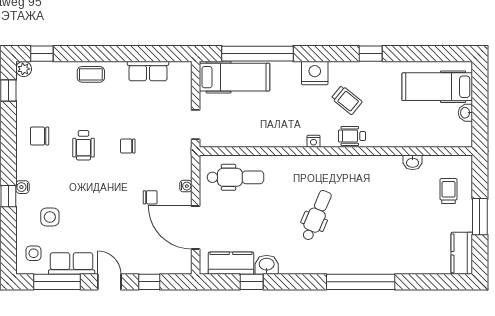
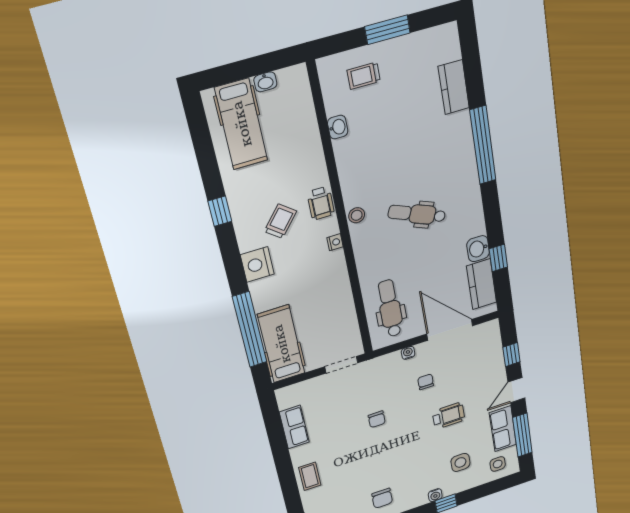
wheelchair: (83, 145) -> (449, 416), moved
stool: (332, 164) -> (357, 215), added
door: (196, 228) -> (450, 330), swing flipped
kitchen counter: (462, 253) -> (454, 87), moved, turned 90

